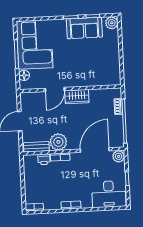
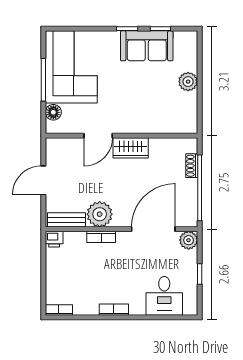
plant: (112, 23) -> (188, 82), moved
printer: (44, 159) -> (54, 239), moved
desk: (109, 194) -> (164, 296), width x0.73

